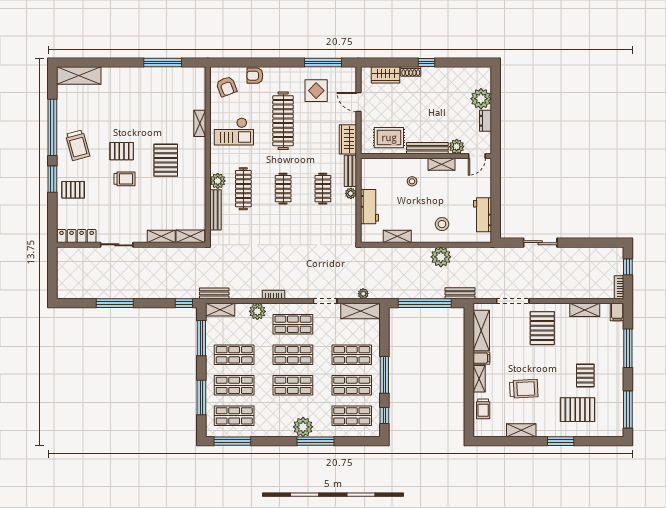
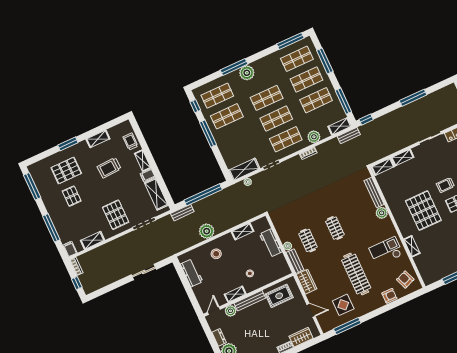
pallet: (166, 160) -> (423, 211), width x1.37, depth x1.41
clothes rail: (243, 189) -> (362, 216), removed
shop shelf: (352, 355) -> (236, 137), removed

